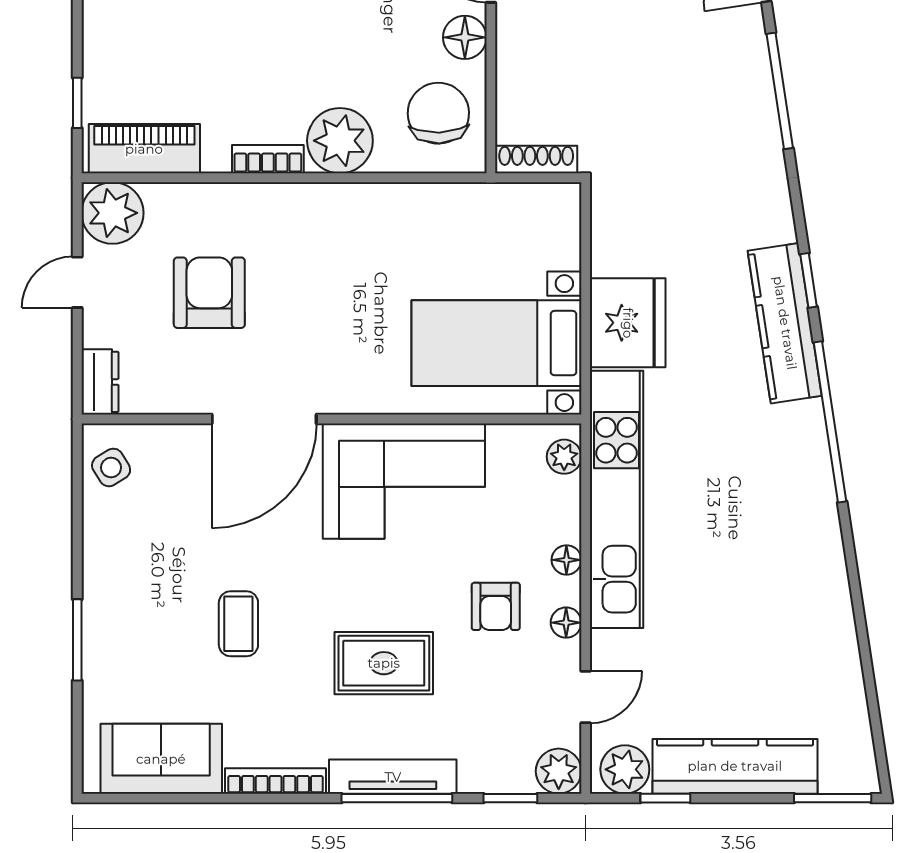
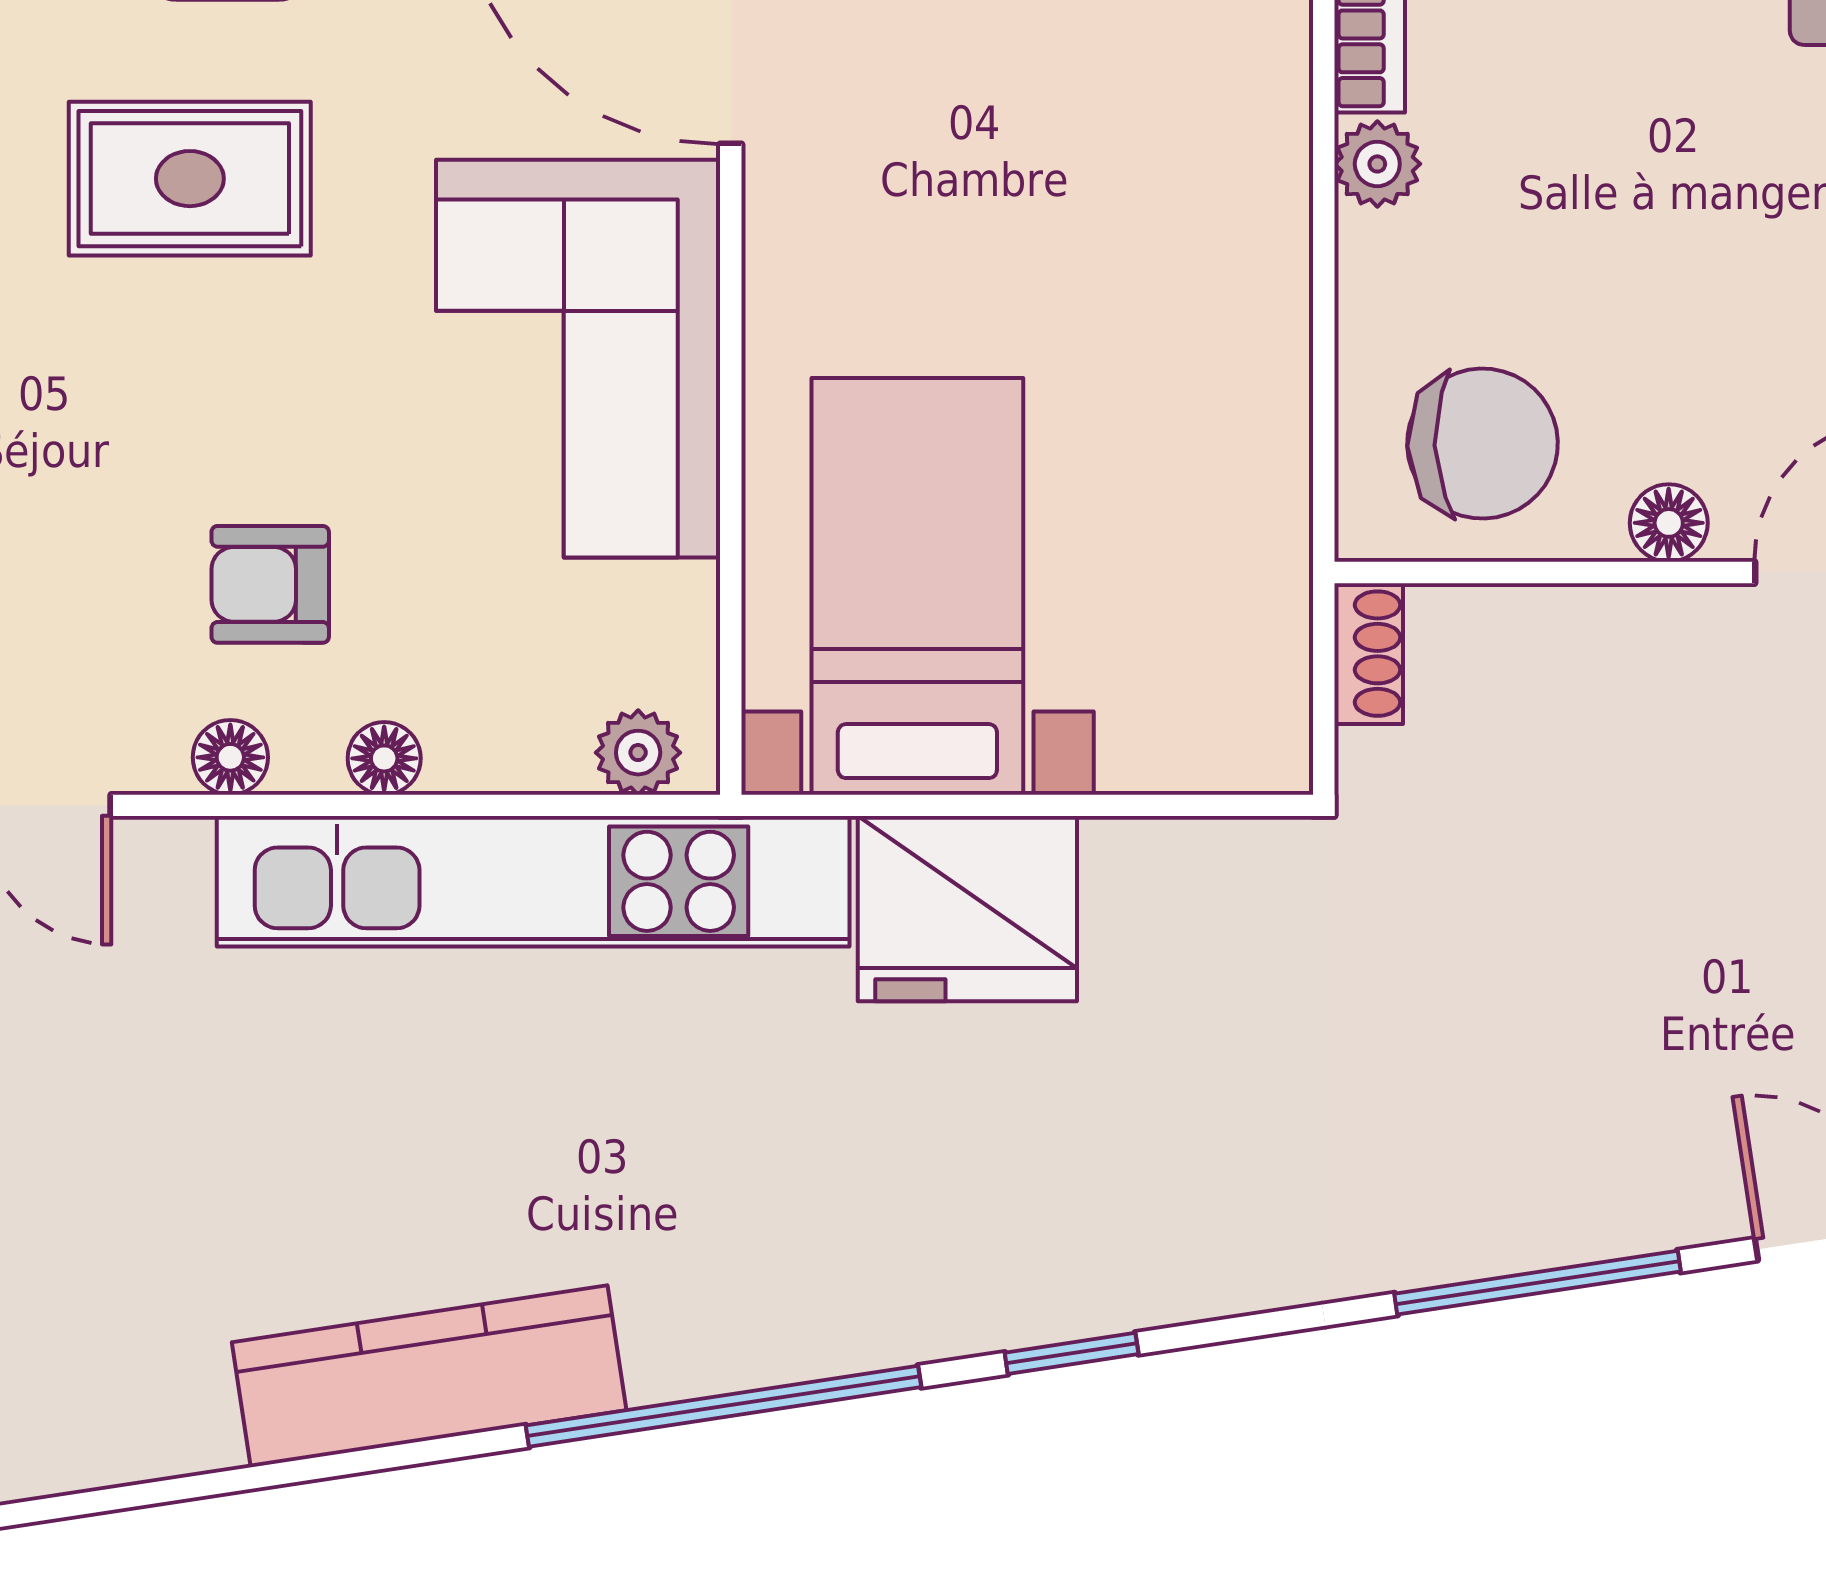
floor lamp: (465, 37) -> (1669, 523), width x0.73, depth x0.73
plant: (340, 141) -> (1377, 164), width x0.53, depth x0.53
shoe rack: (536, 159) -> (1369, 654), width x0.70
kitchen counter: (785, 323) -> (429, 1376), moved
rug: (384, 663) -> (190, 179), moved, turned 90

